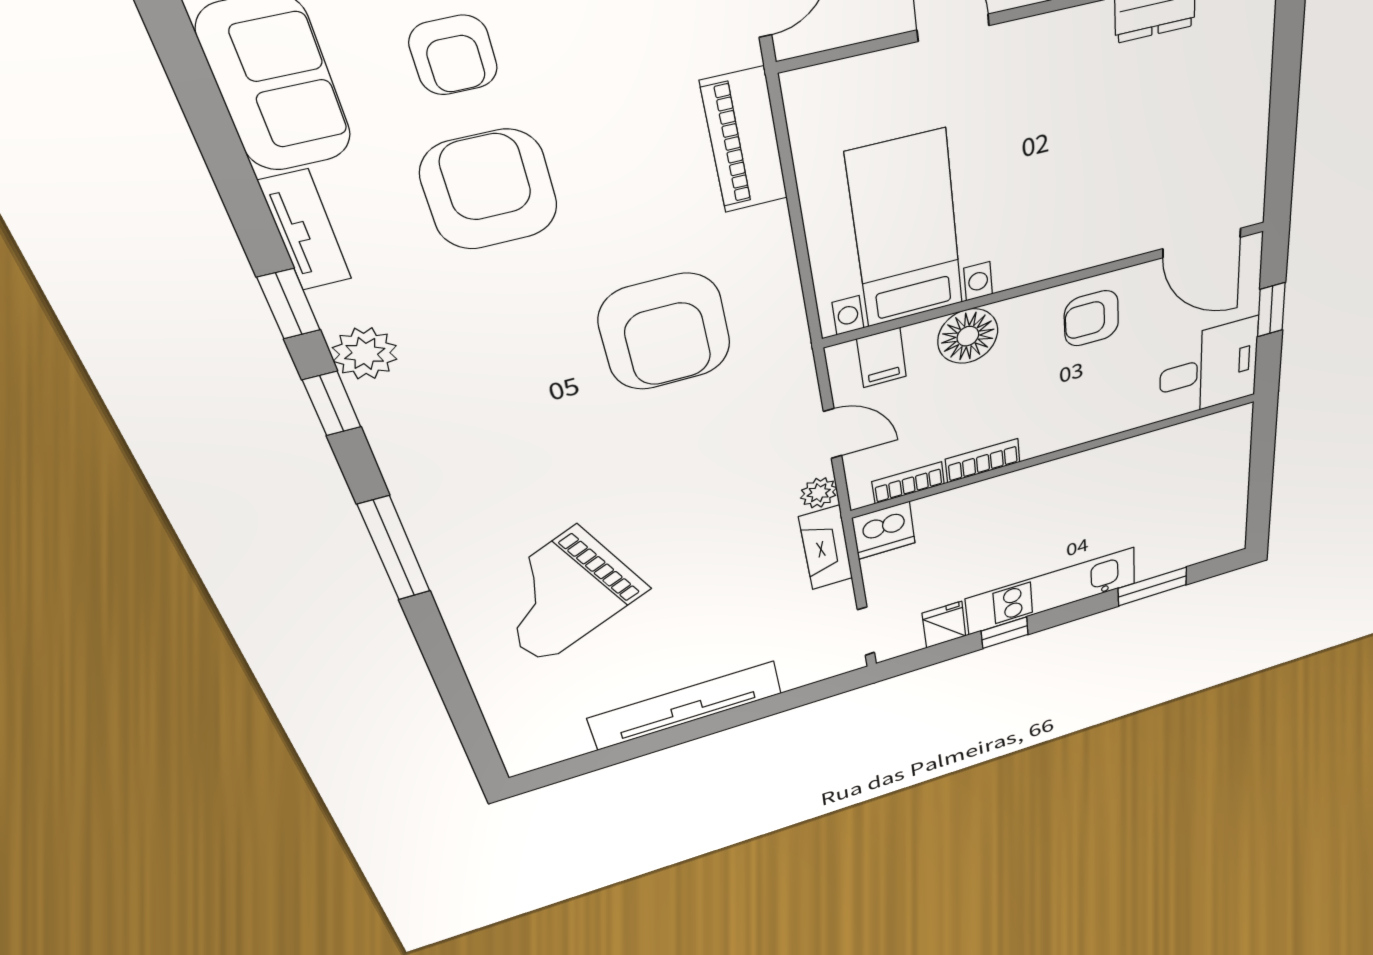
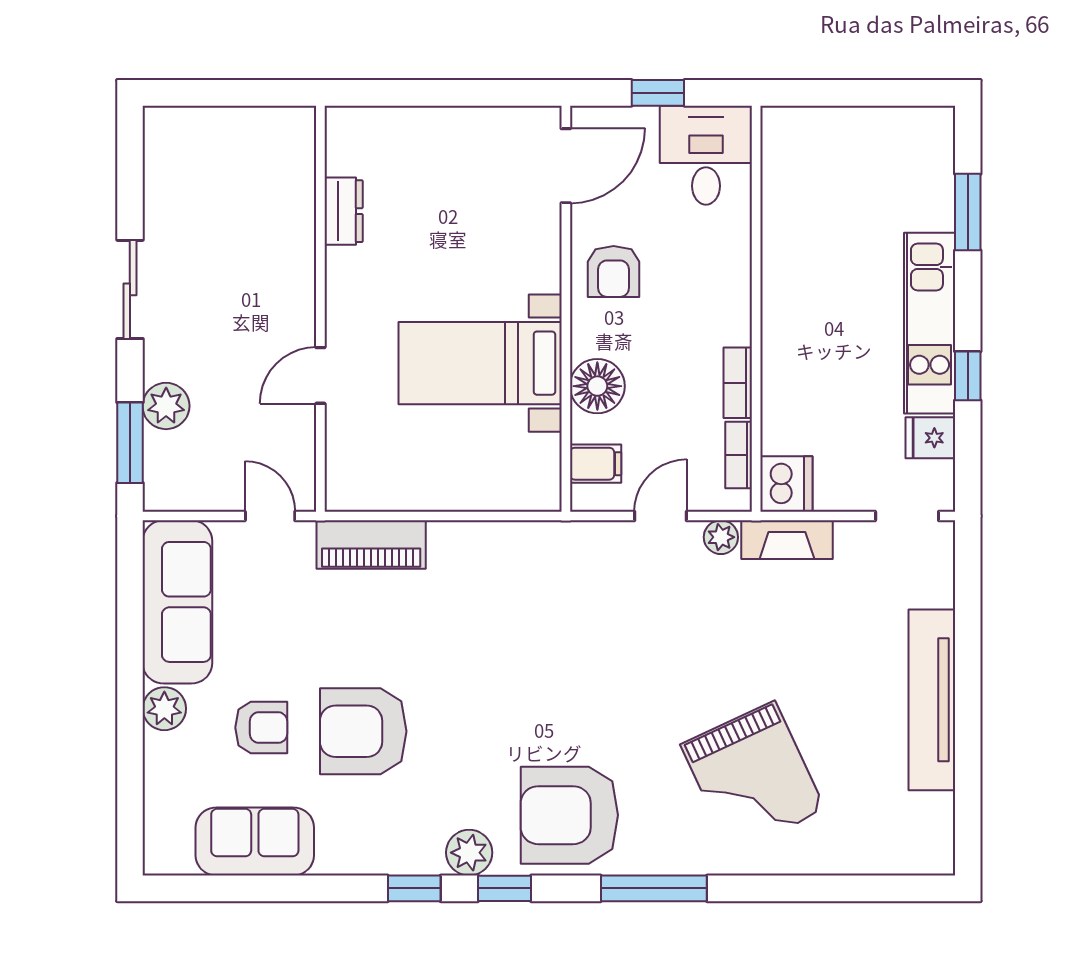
bed with nightstands: (906, 230) -> (480, 363), moved
tv unit: (305, 231) -> (362, 859), removed
armchair: (665, 332) -> (569, 815), moved, turned 180

